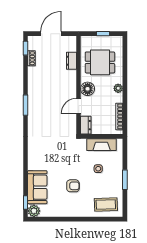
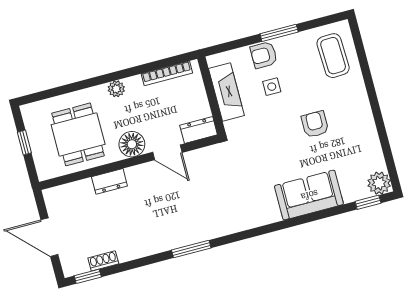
dresser: (71, 61) -> (109, 181), moved
armchair: (116, 169) -> (264, 55), added
sofa: (37, 187) -> (309, 195), moved

